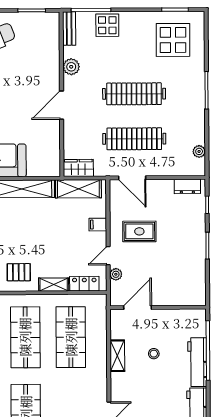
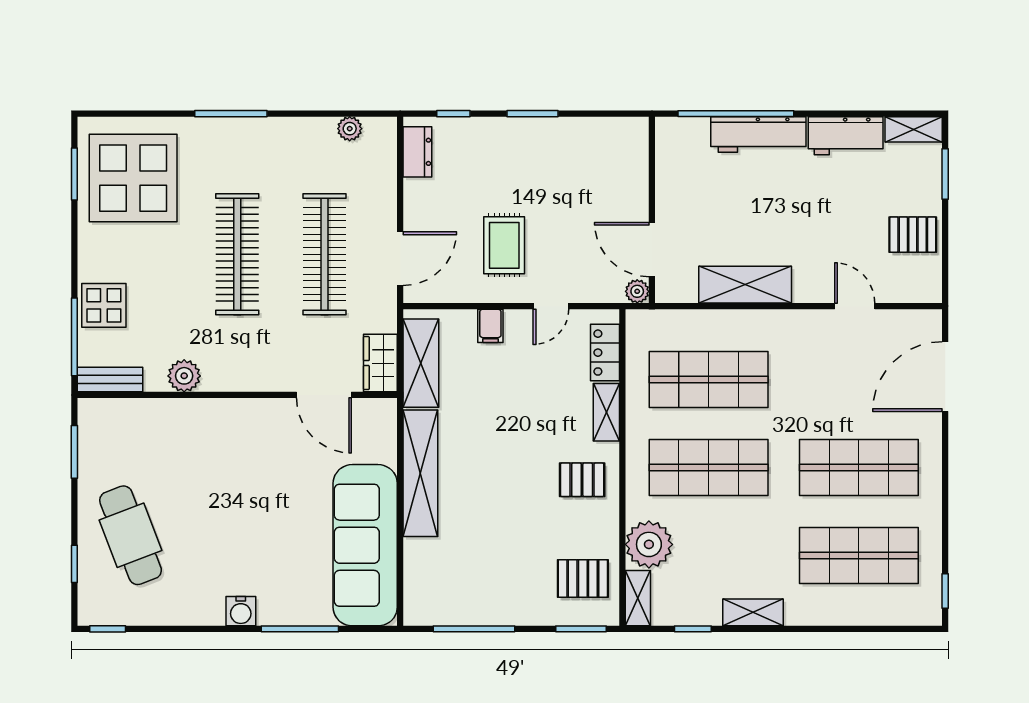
display table: (173, 40) -> (133, 178), width x1.36, depth x1.36
door: (62, 105) -> (324, 395), moved
door: (108, 256) -> (551, 306), hinge flipped
pallet: (19, 272) -> (582, 480), turned 90
plant: (116, 274) -> (637, 291), moved
stool: (154, 354) -> (741, 219), removed
shelving: (117, 356) -> (745, 285), width x1.50, depth x1.33

